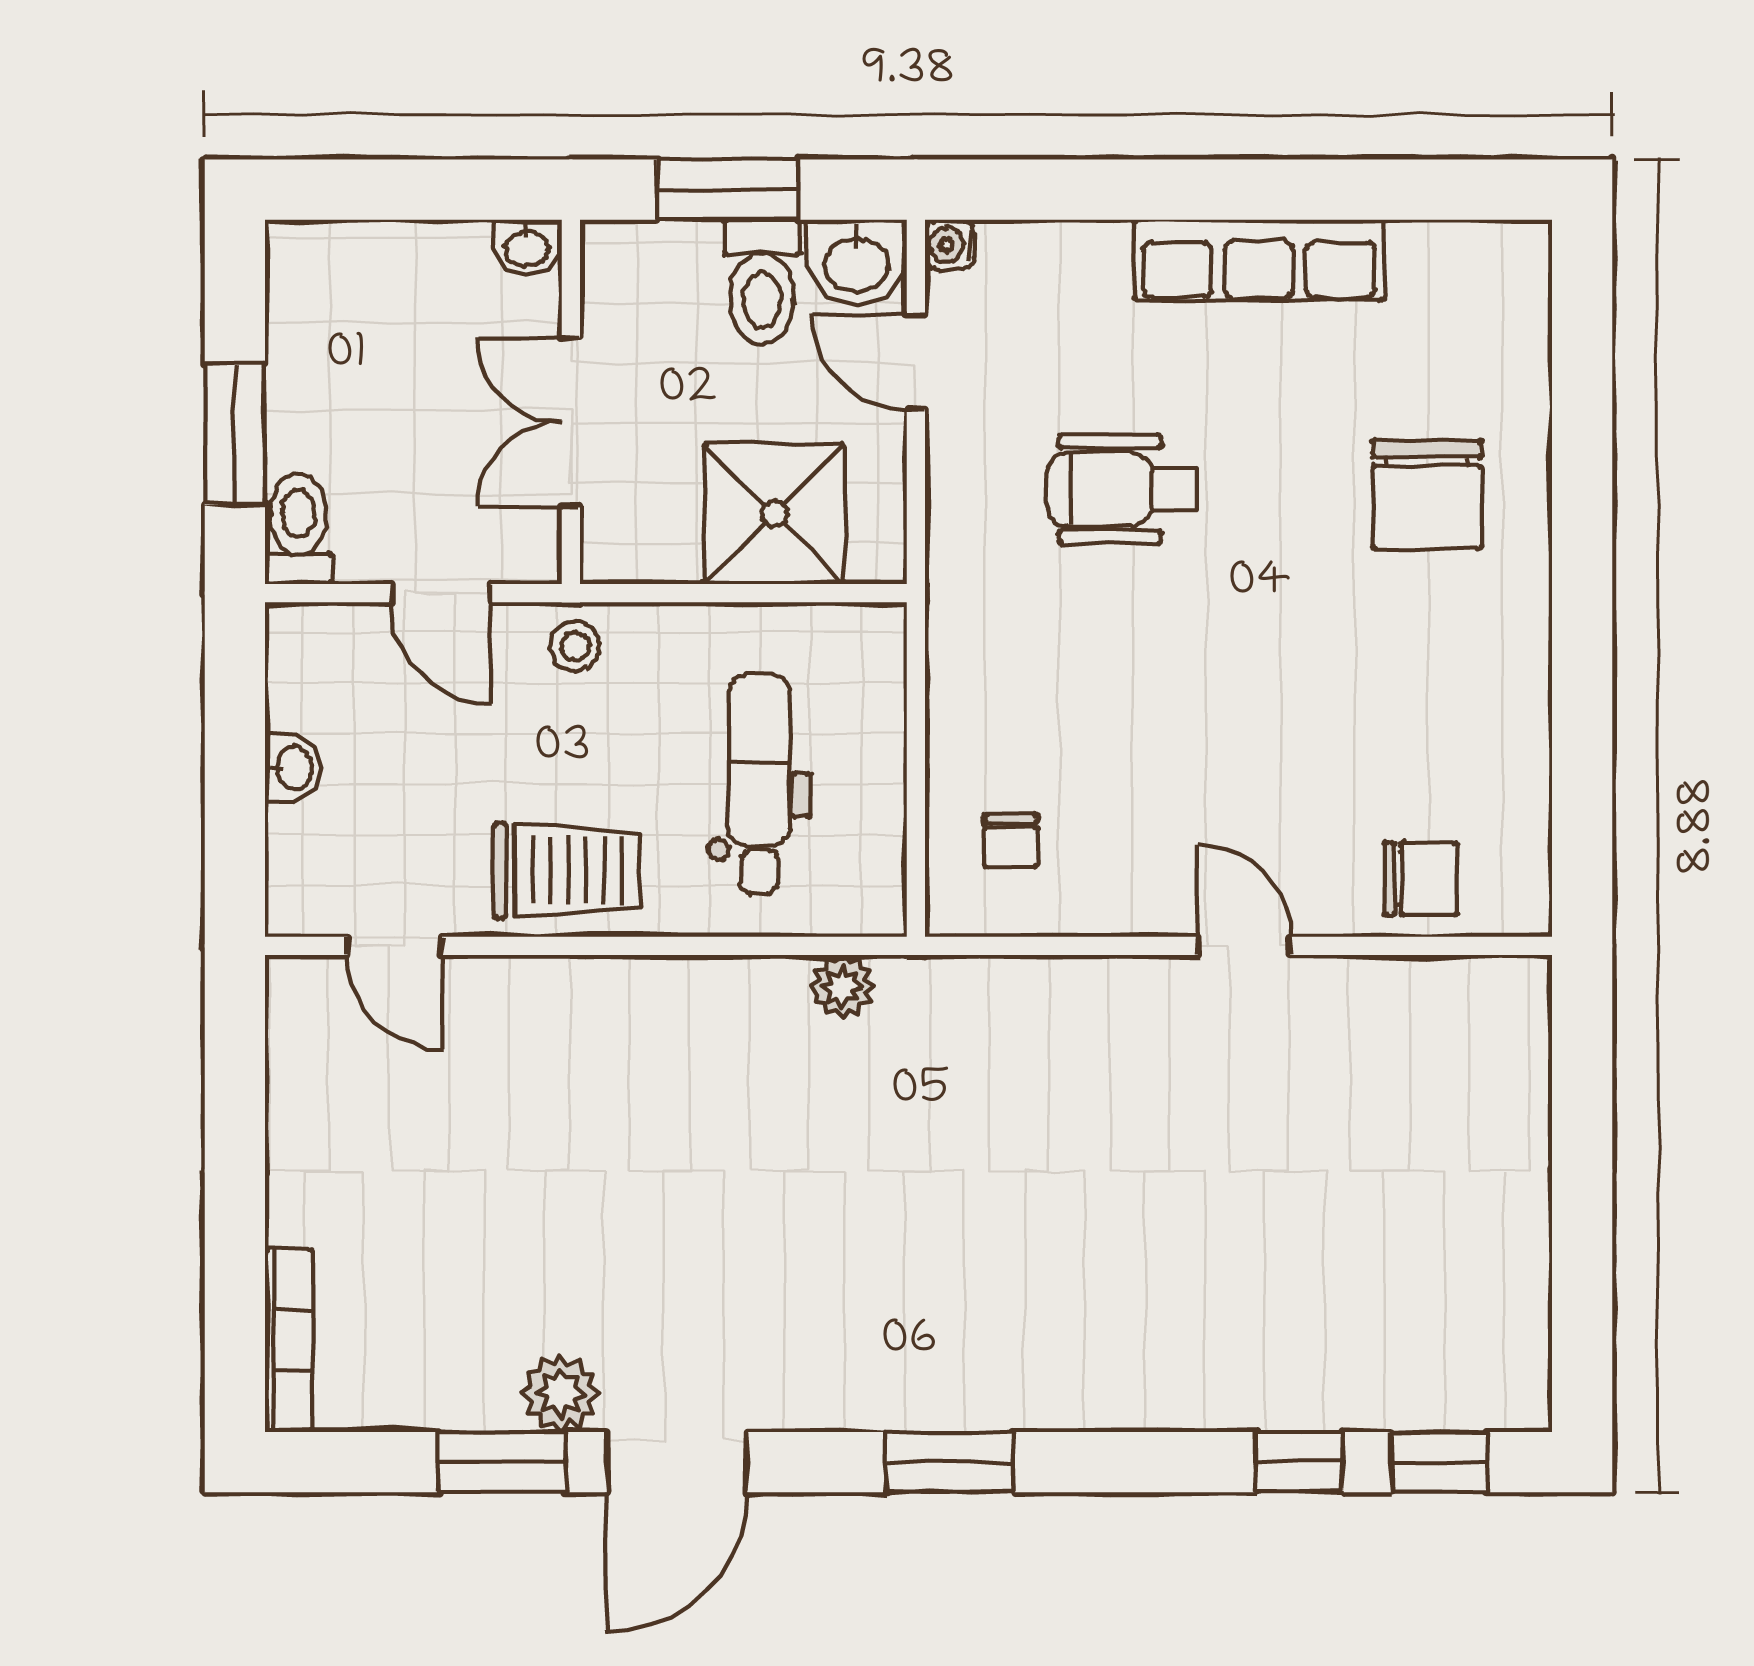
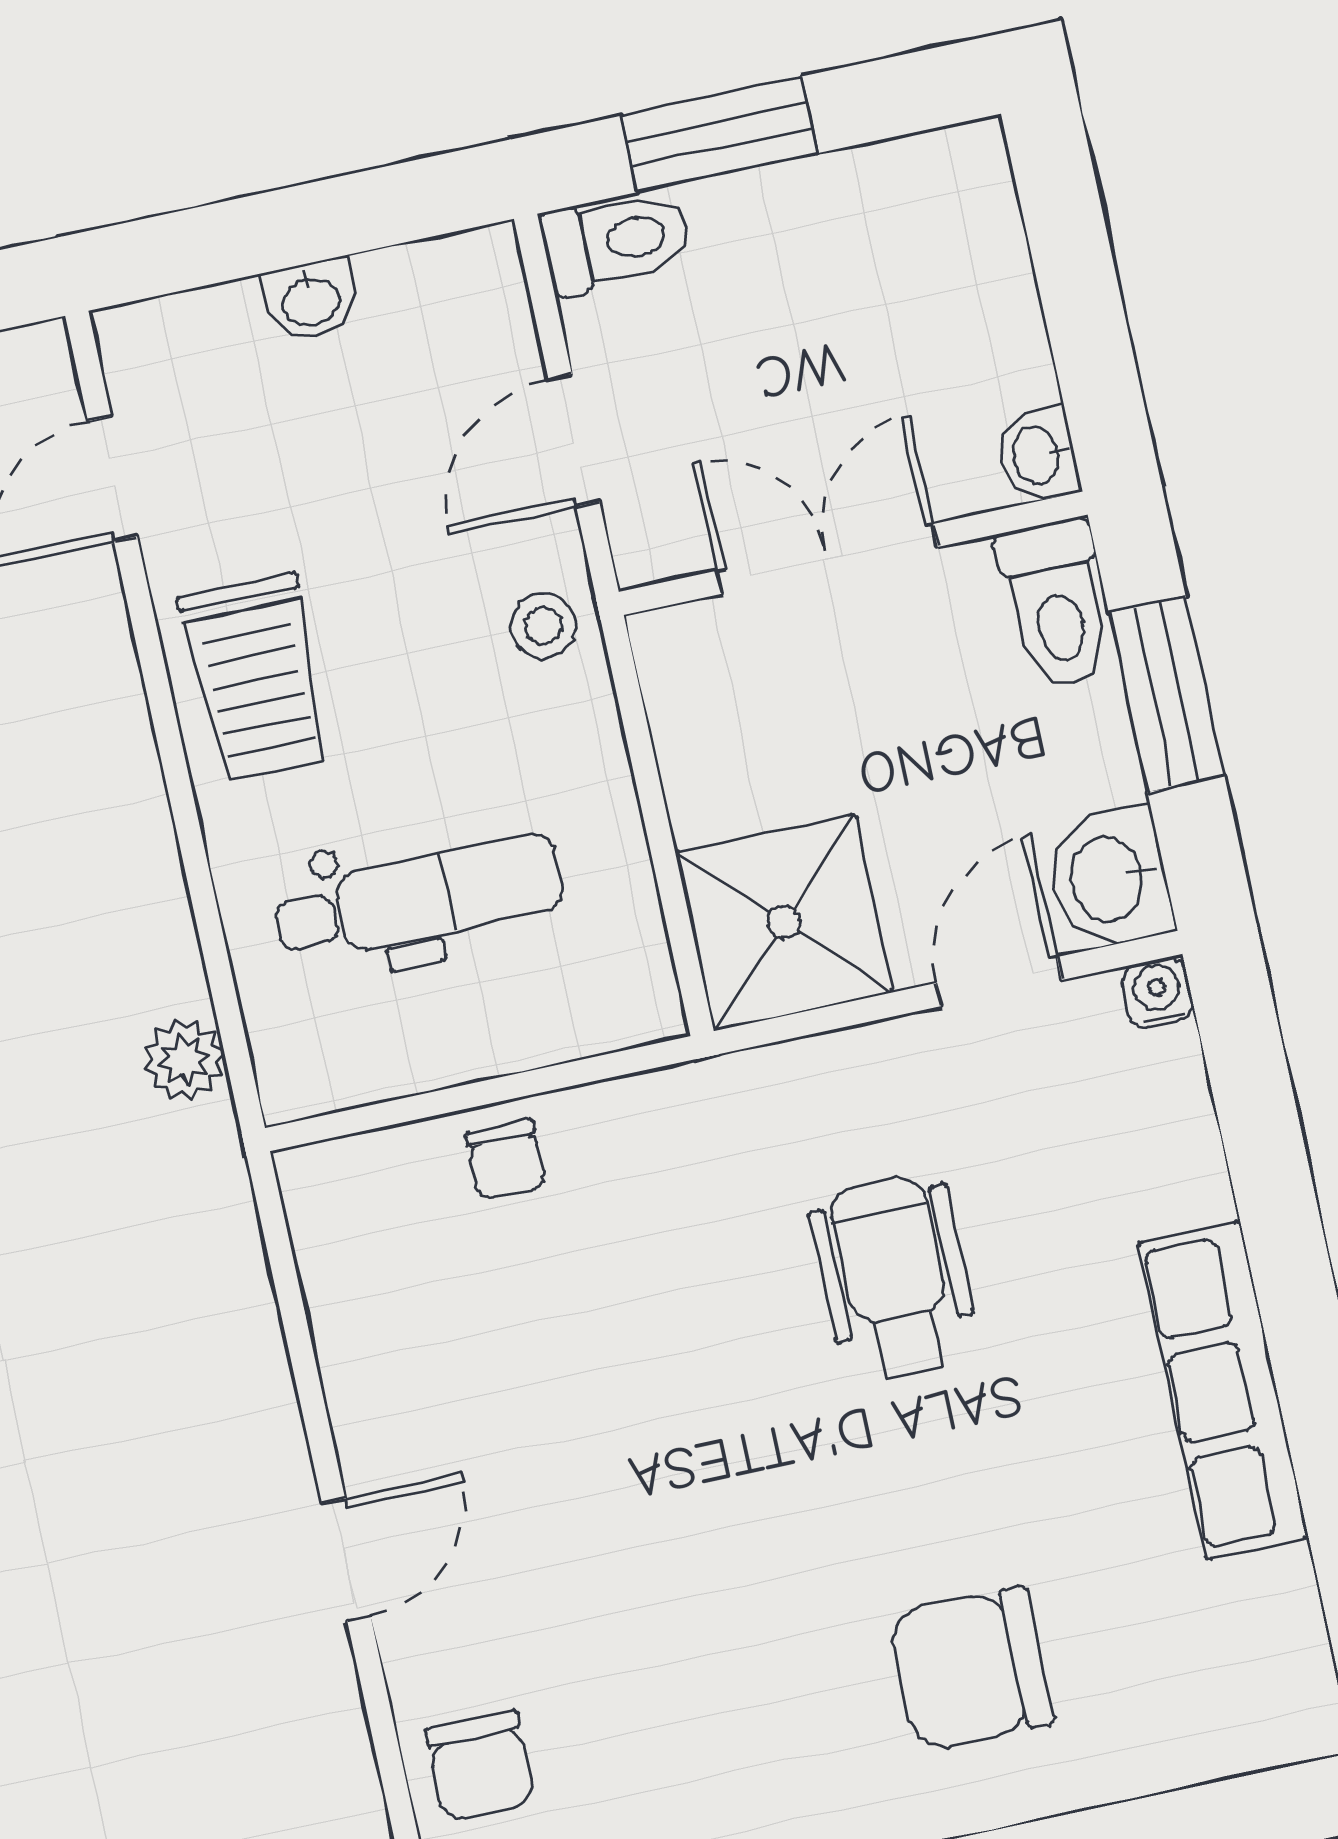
toilet: (762, 282) -> (1057, 605), moved, turned -90
shower: (774, 514) -> (784, 922), moved
chair: (1011, 841) -> (506, 1160), moved, turned -90

